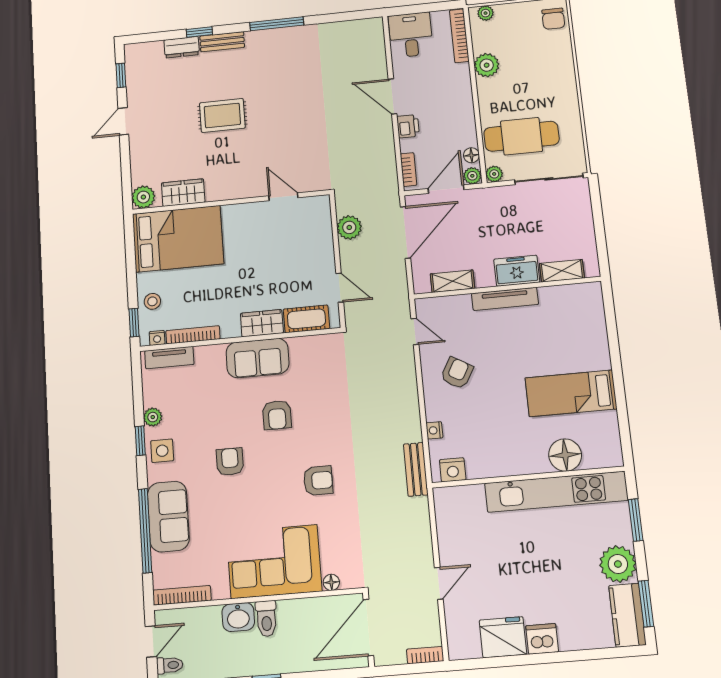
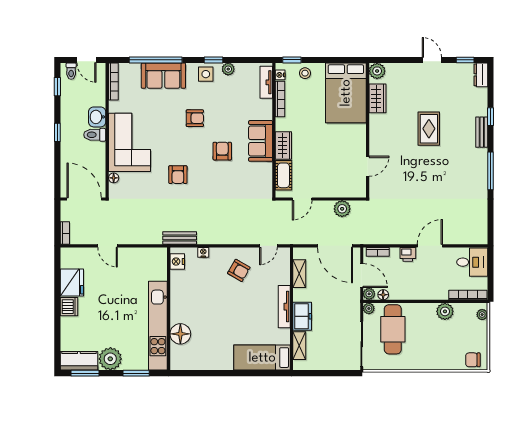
dresser: (182, 47) -> (481, 75), moved
bed: (571, 393) -> (262, 358), moved, turned -90
armchair: (277, 415) -> (222, 151), turned 90

